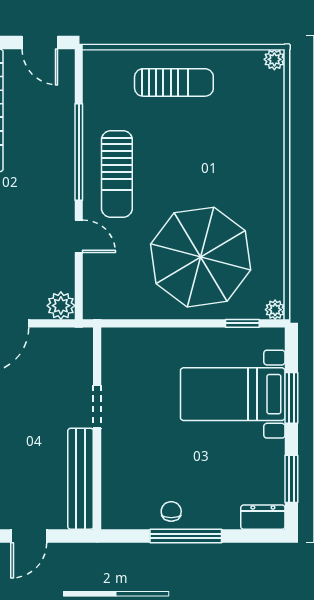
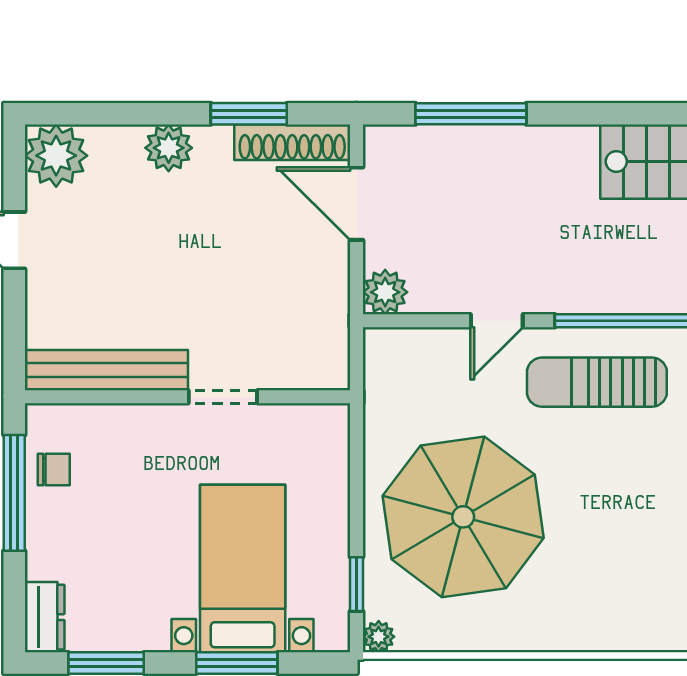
doorway: (97, 406) -> (223, 397), moved
wall: (97, 428) -> (187, 397), moved
bench: (81, 479) -> (106, 370), moved

